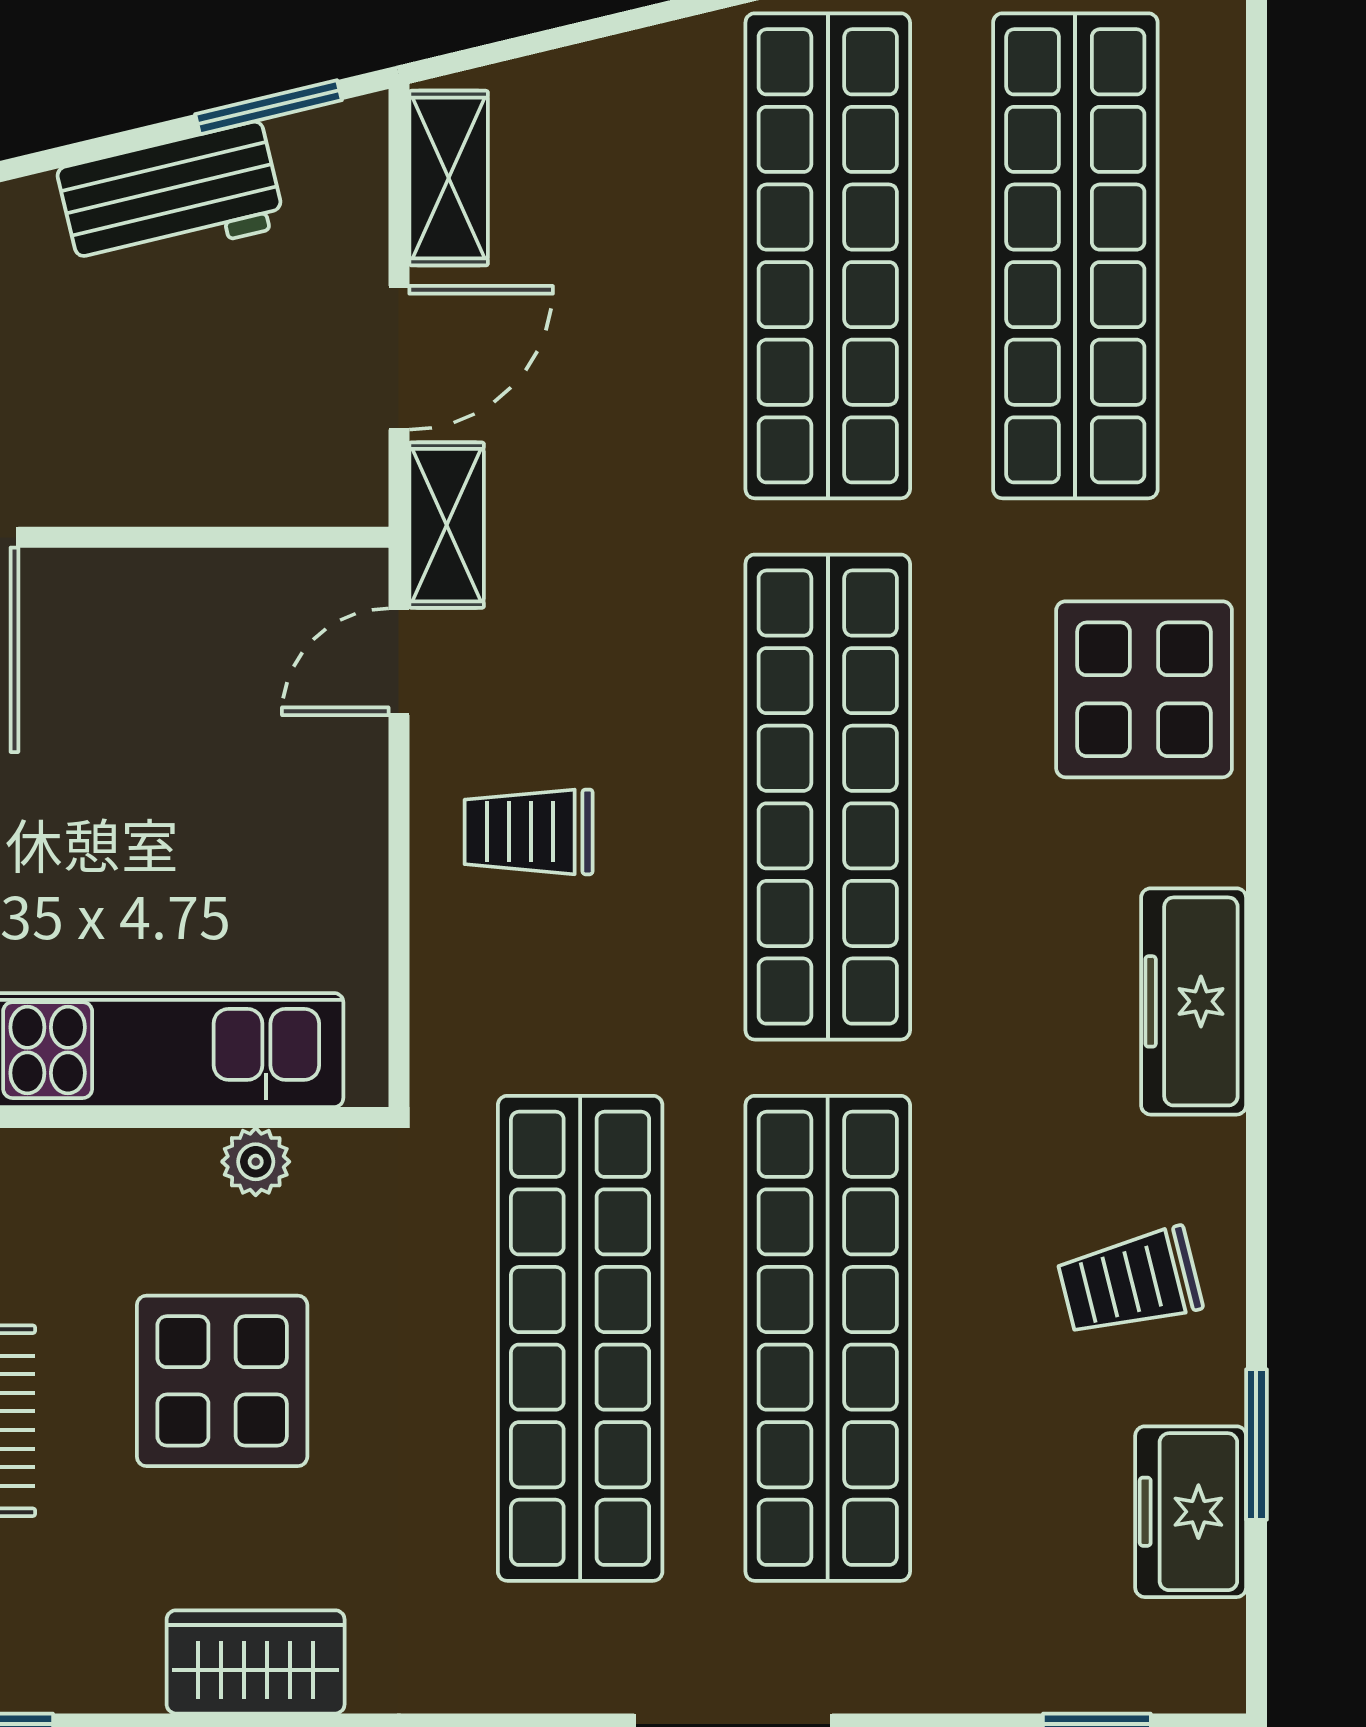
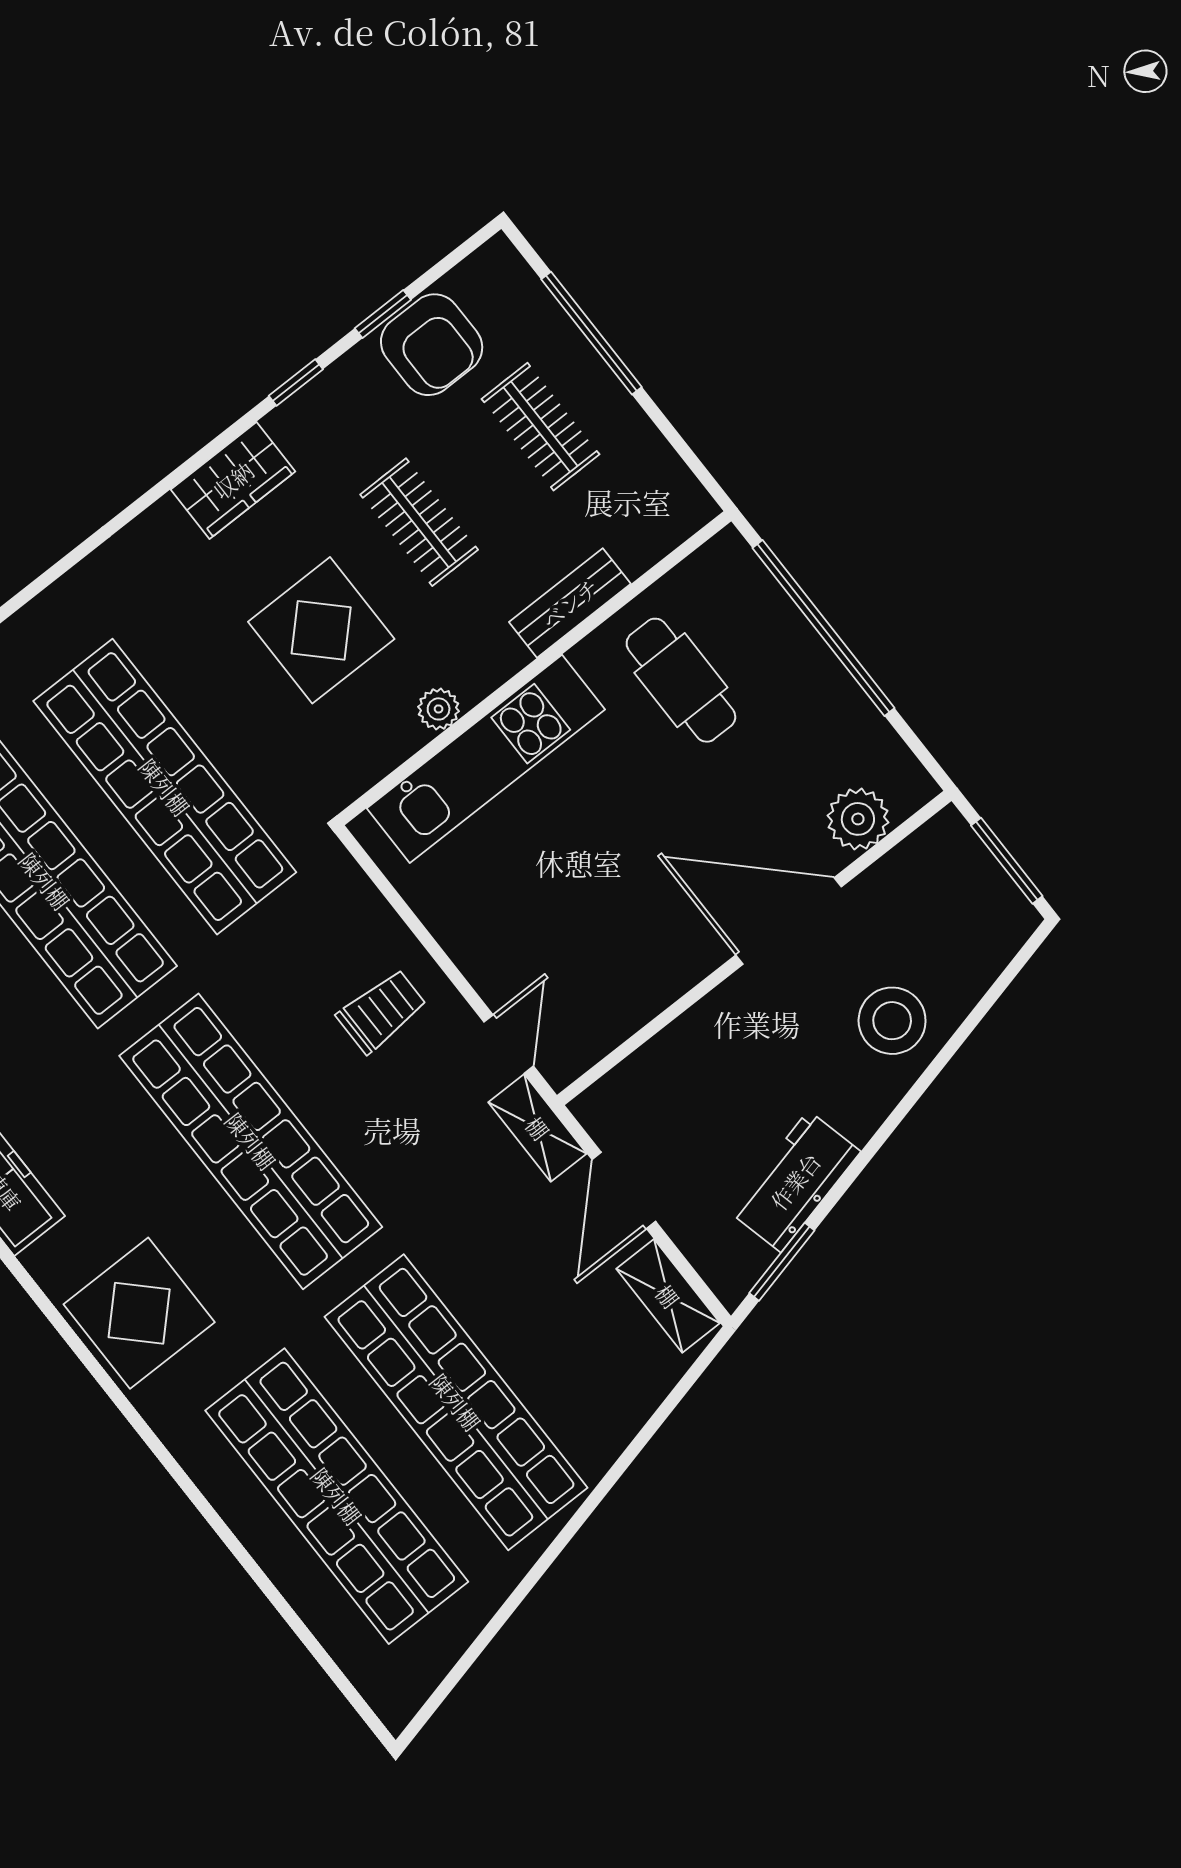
plant: (256, 1162) -> (439, 709), moved
wardrobe: (256, 1662) -> (233, 480), moved

